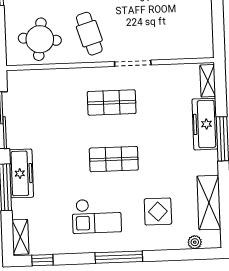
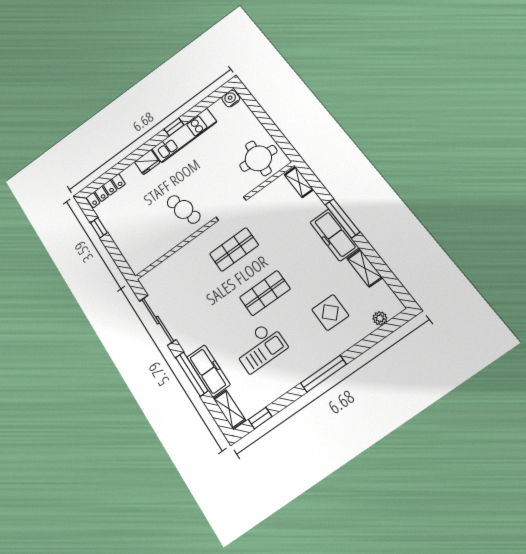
round table: (40, 39) -> (258, 158), moved
freezer: (205, 124) -> (334, 235), moved
freezer: (21, 173) -> (208, 371), moved
shelving: (209, 203) -> (365, 268), width x0.67, depth x0.75
checkout: (97, 216) -> (260, 347), moved

